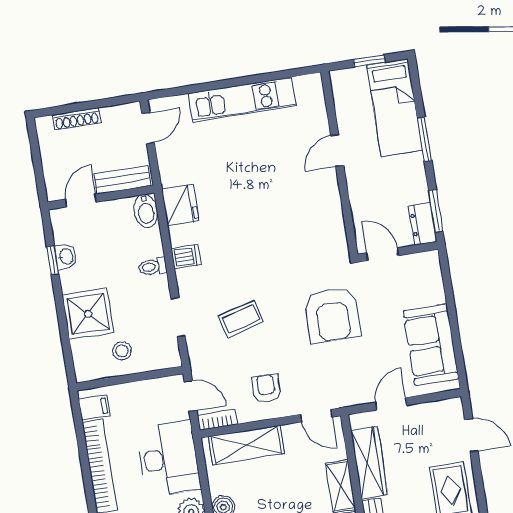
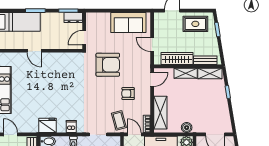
coffee table: (241, 319) -> (119, 120), moved
armchair: (266, 388) -> (128, 94), moved
door: (191, 396) -> (134, 134), hinge flipped

